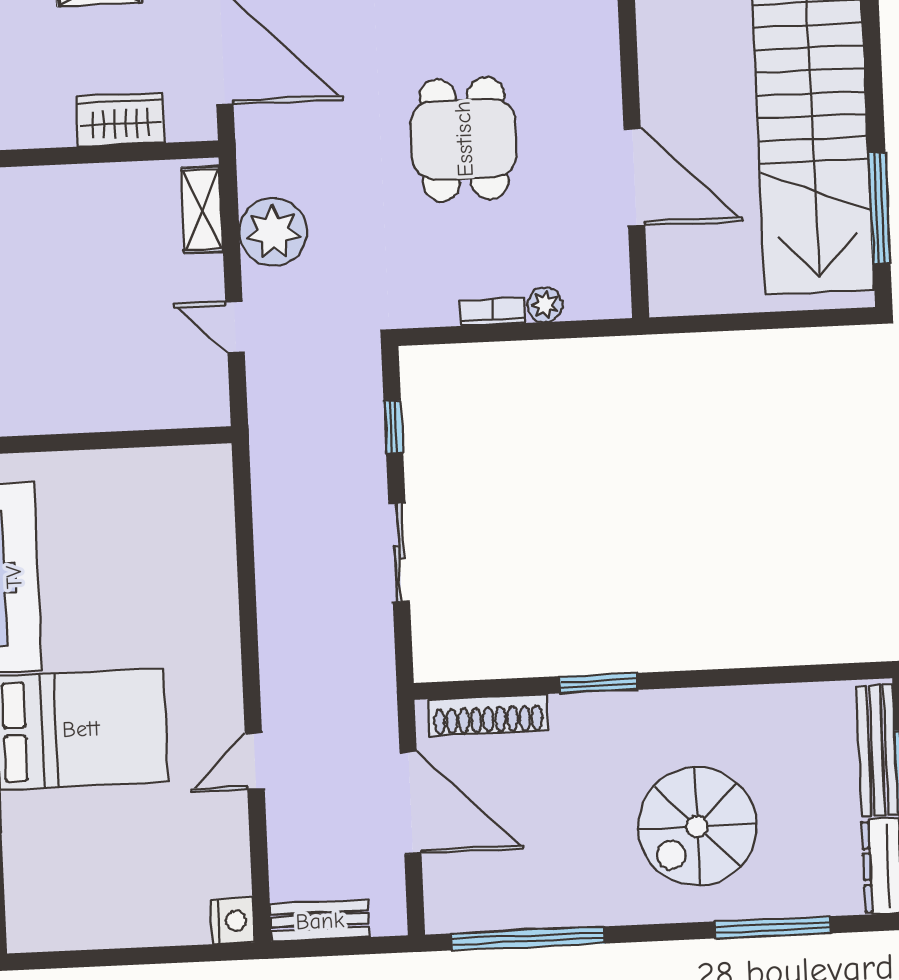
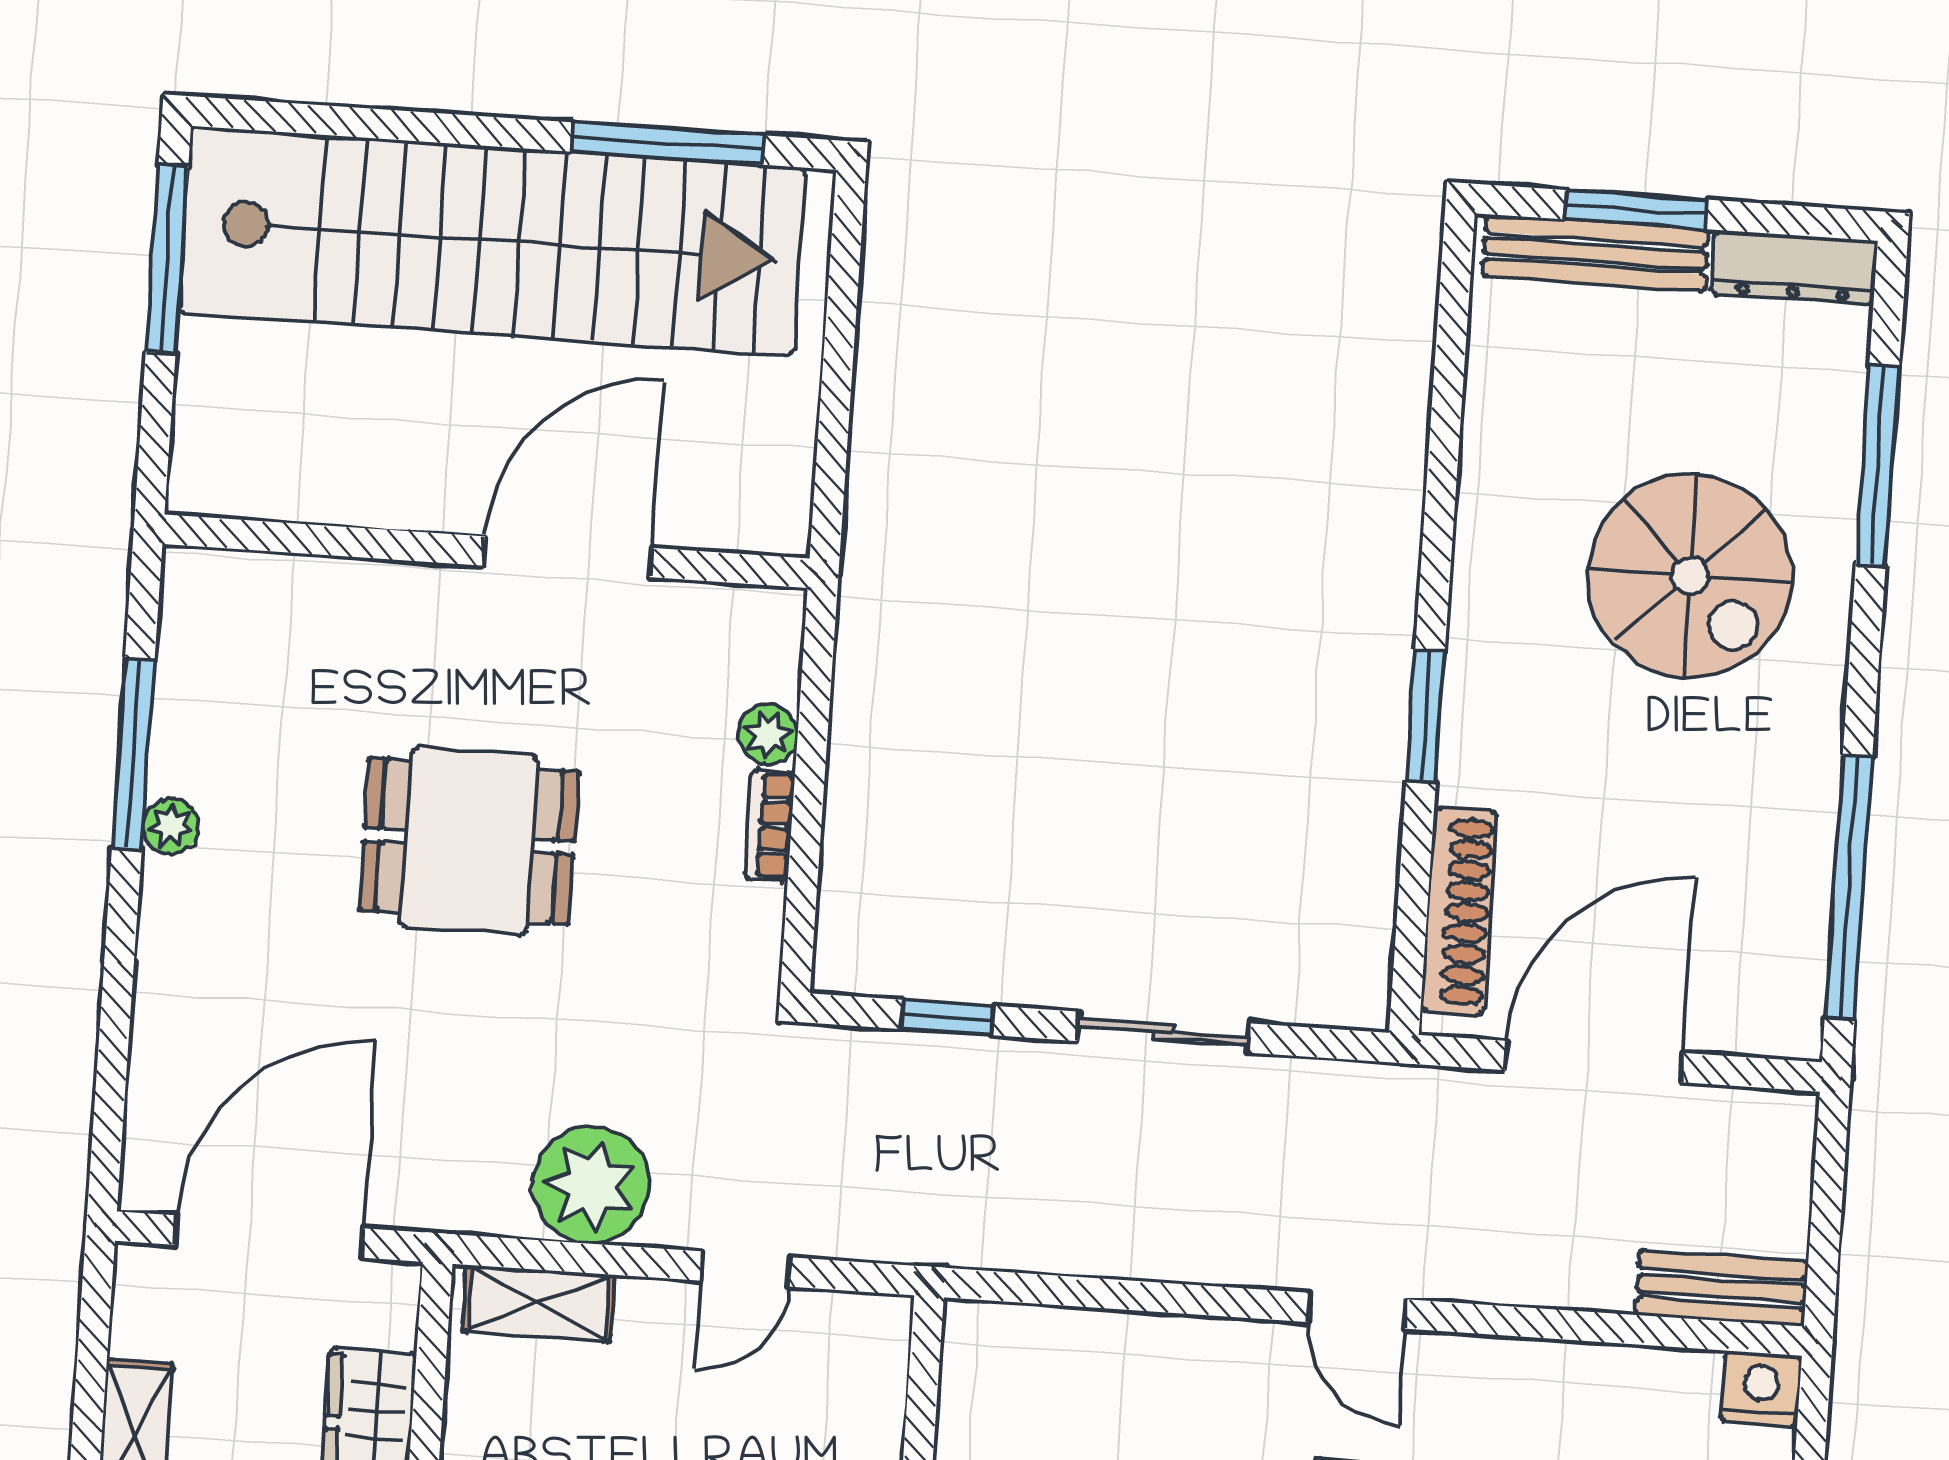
door: (255, 761) -> (1358, 1311), moved
bench: (320, 921) -> (1722, 1288), moved, turned 90

